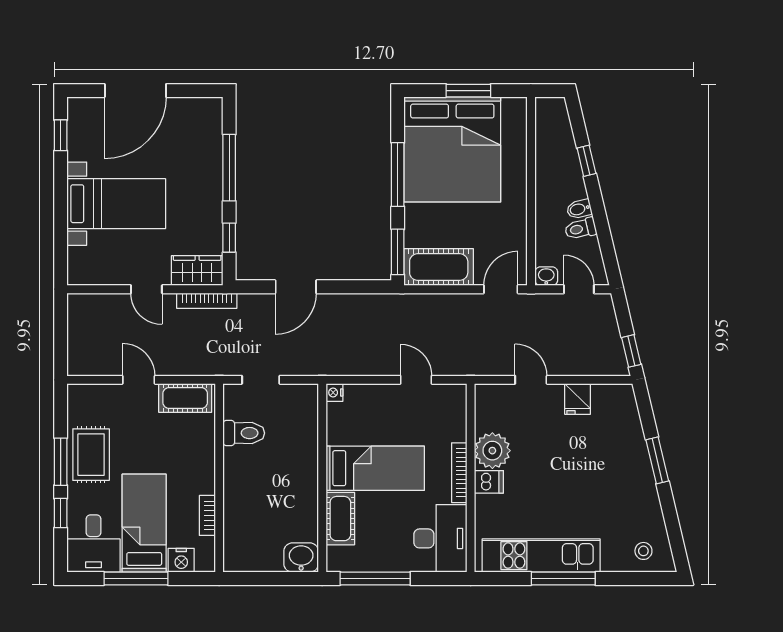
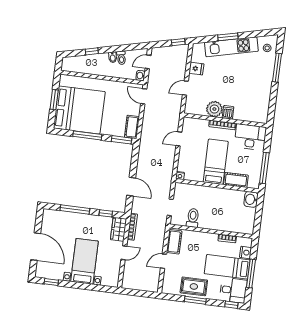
cot: (439, 267) -> (132, 127), width x0.73, depth x0.75
window: (61, 513) -> (231, 305), moved
kitchen unit: (541, 556) -> (231, 47), moved, turned -103
window: (563, 578) -> (277, 68), moved

